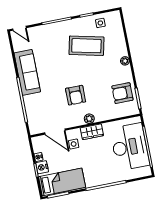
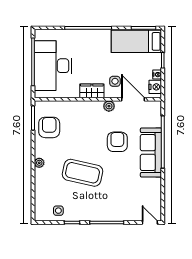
coffee table: (86, 46) -> (83, 173), moved
sofa: (27, 72) -> (151, 153), moved
armchair: (122, 93) -> (49, 127), turned -90
armchair: (76, 95) -> (117, 142), moved
plant: (89, 119) -> (109, 106), moved
nightstand: (42, 167) -> (155, 87), moved

